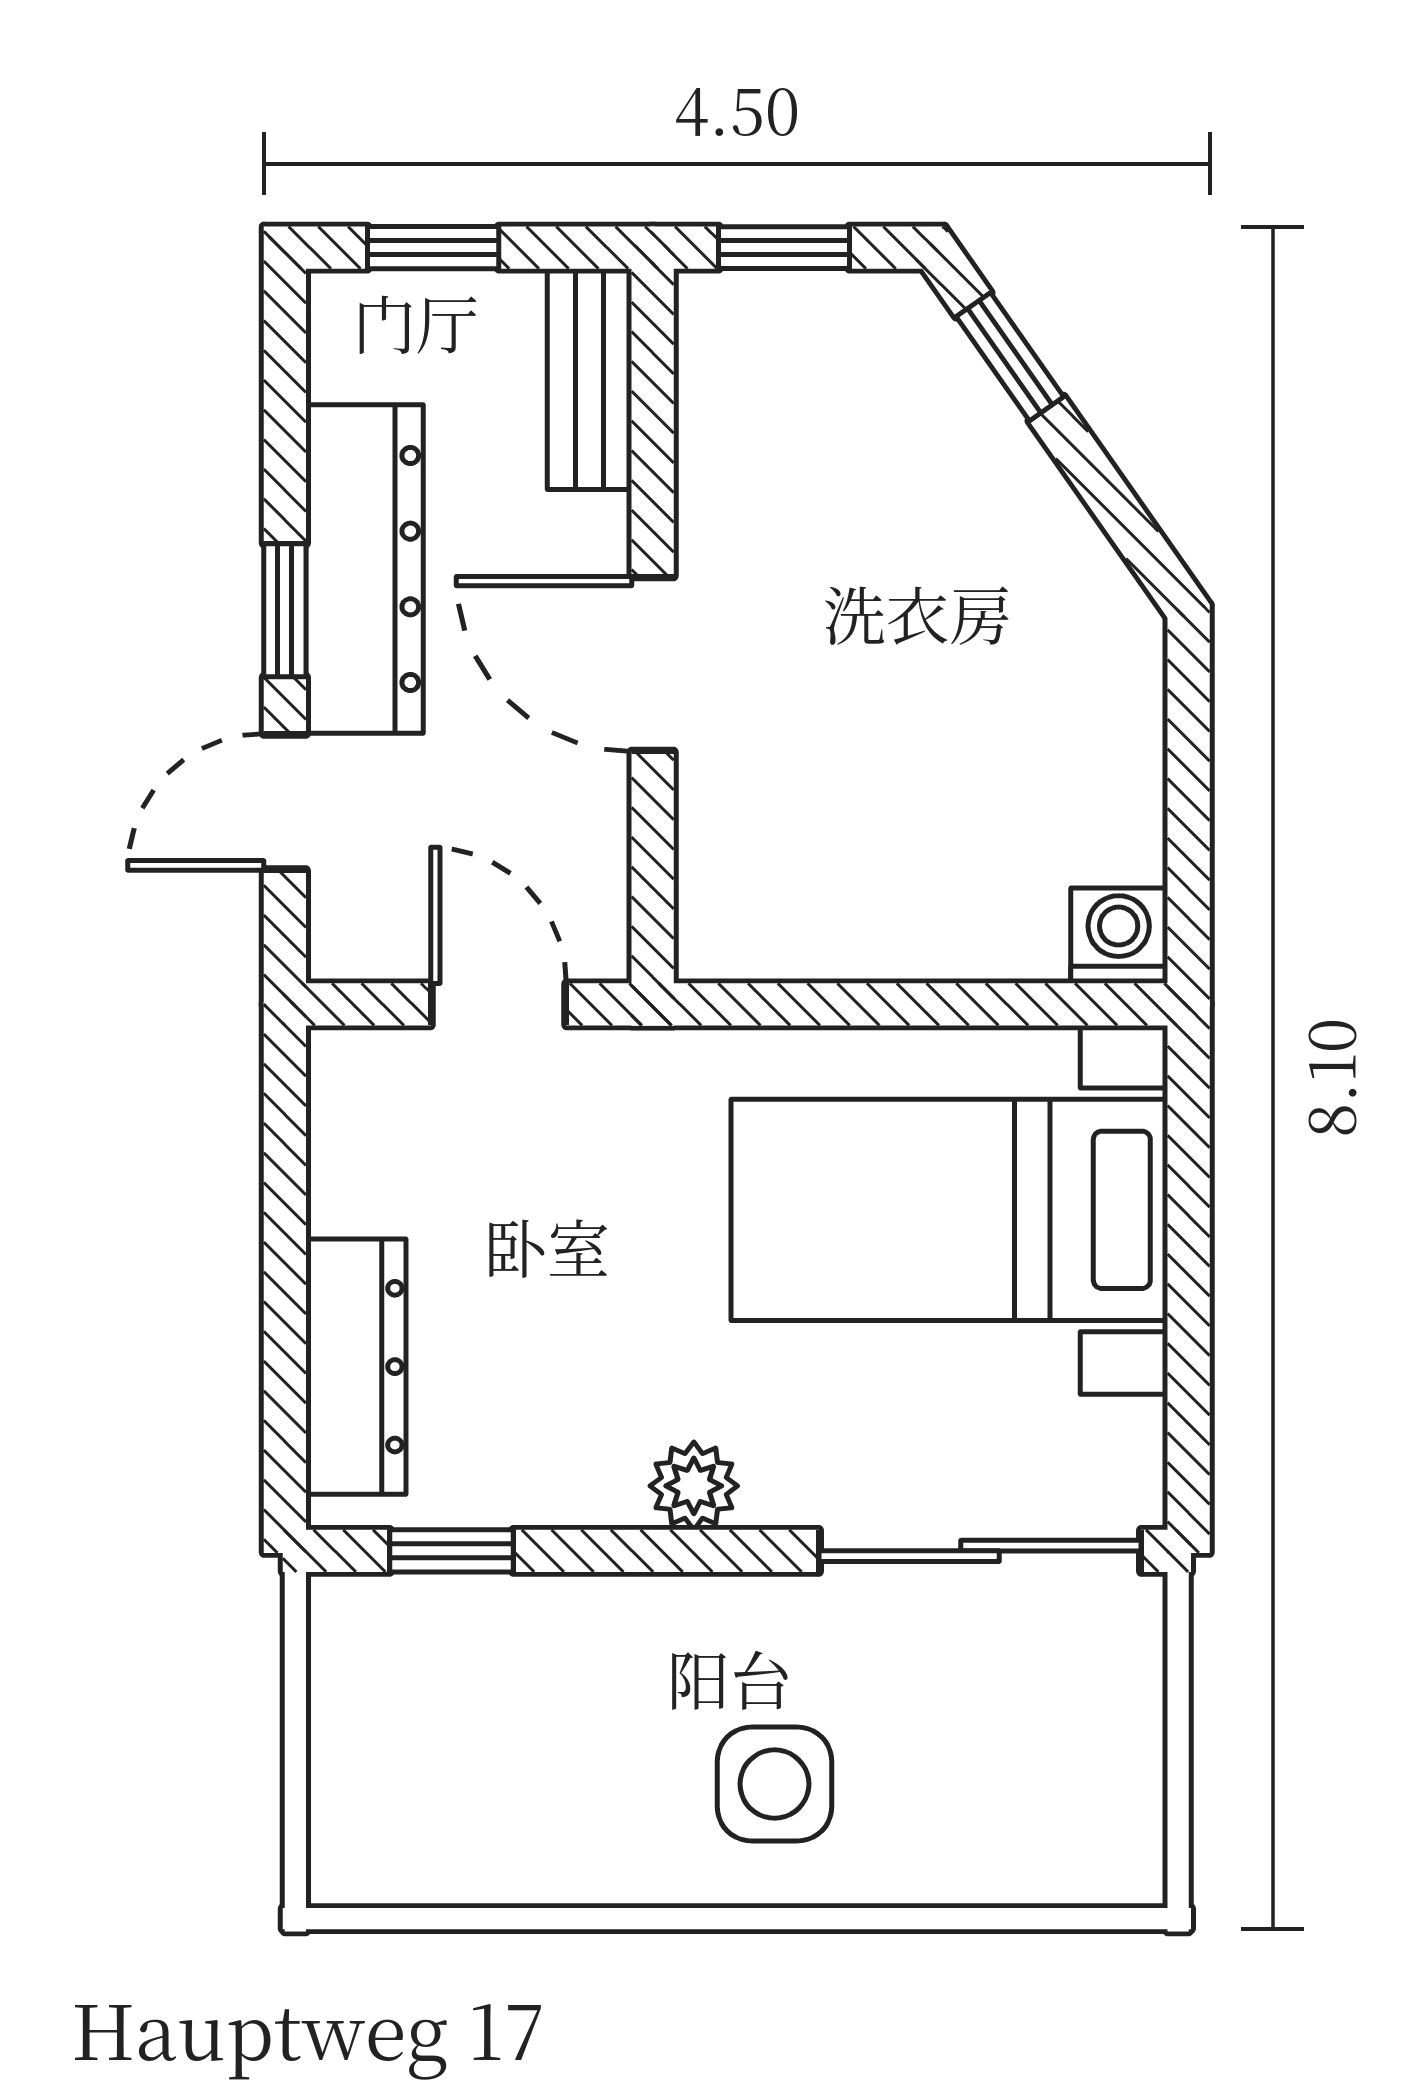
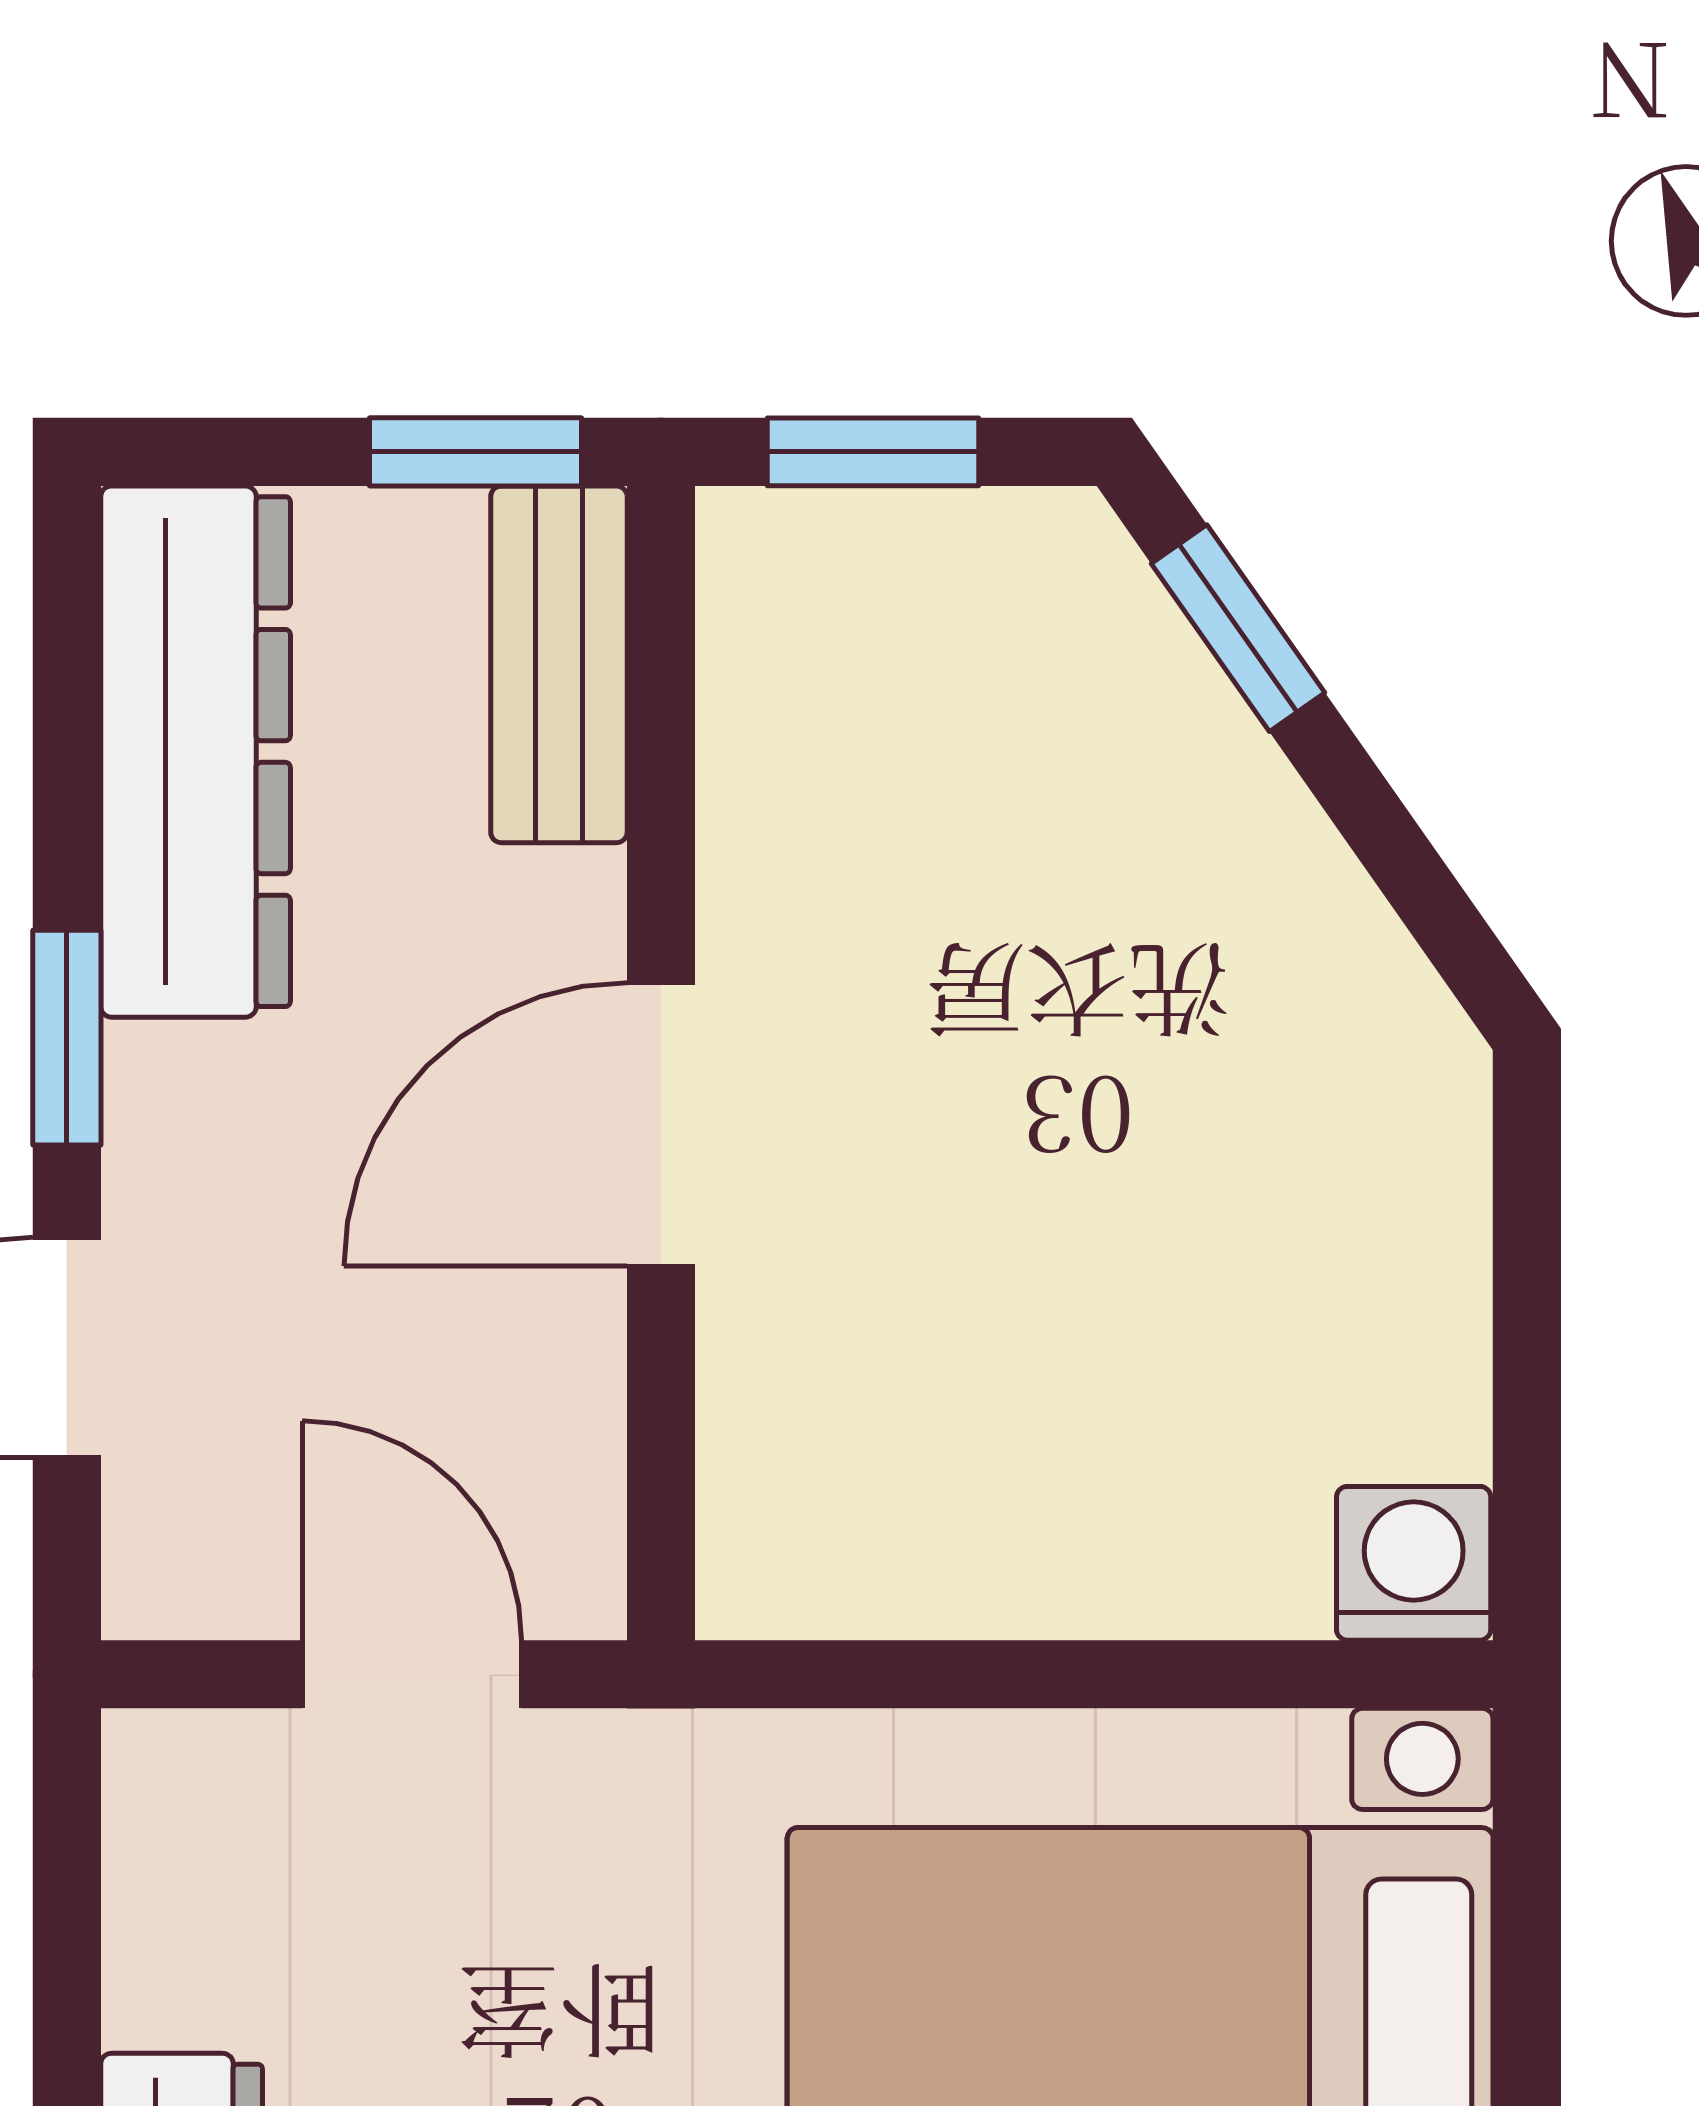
window: (433, 248) -> (475, 452), moved
dresser: (365, 569) -> (196, 752), moved
door: (653, 664) -> (661, 1125), hinge flipped

